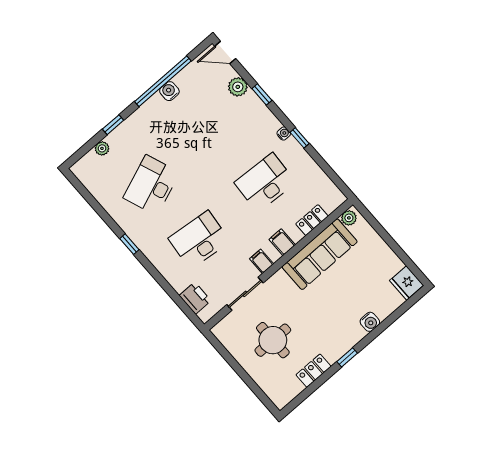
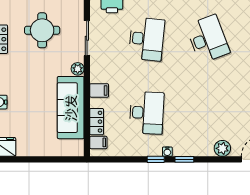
window: (262, 95) -> (184, 159), moved
plant: (349, 218) -> (78, 69), moved
filing cabinet: (262, 261) -> (98, 142), moved

